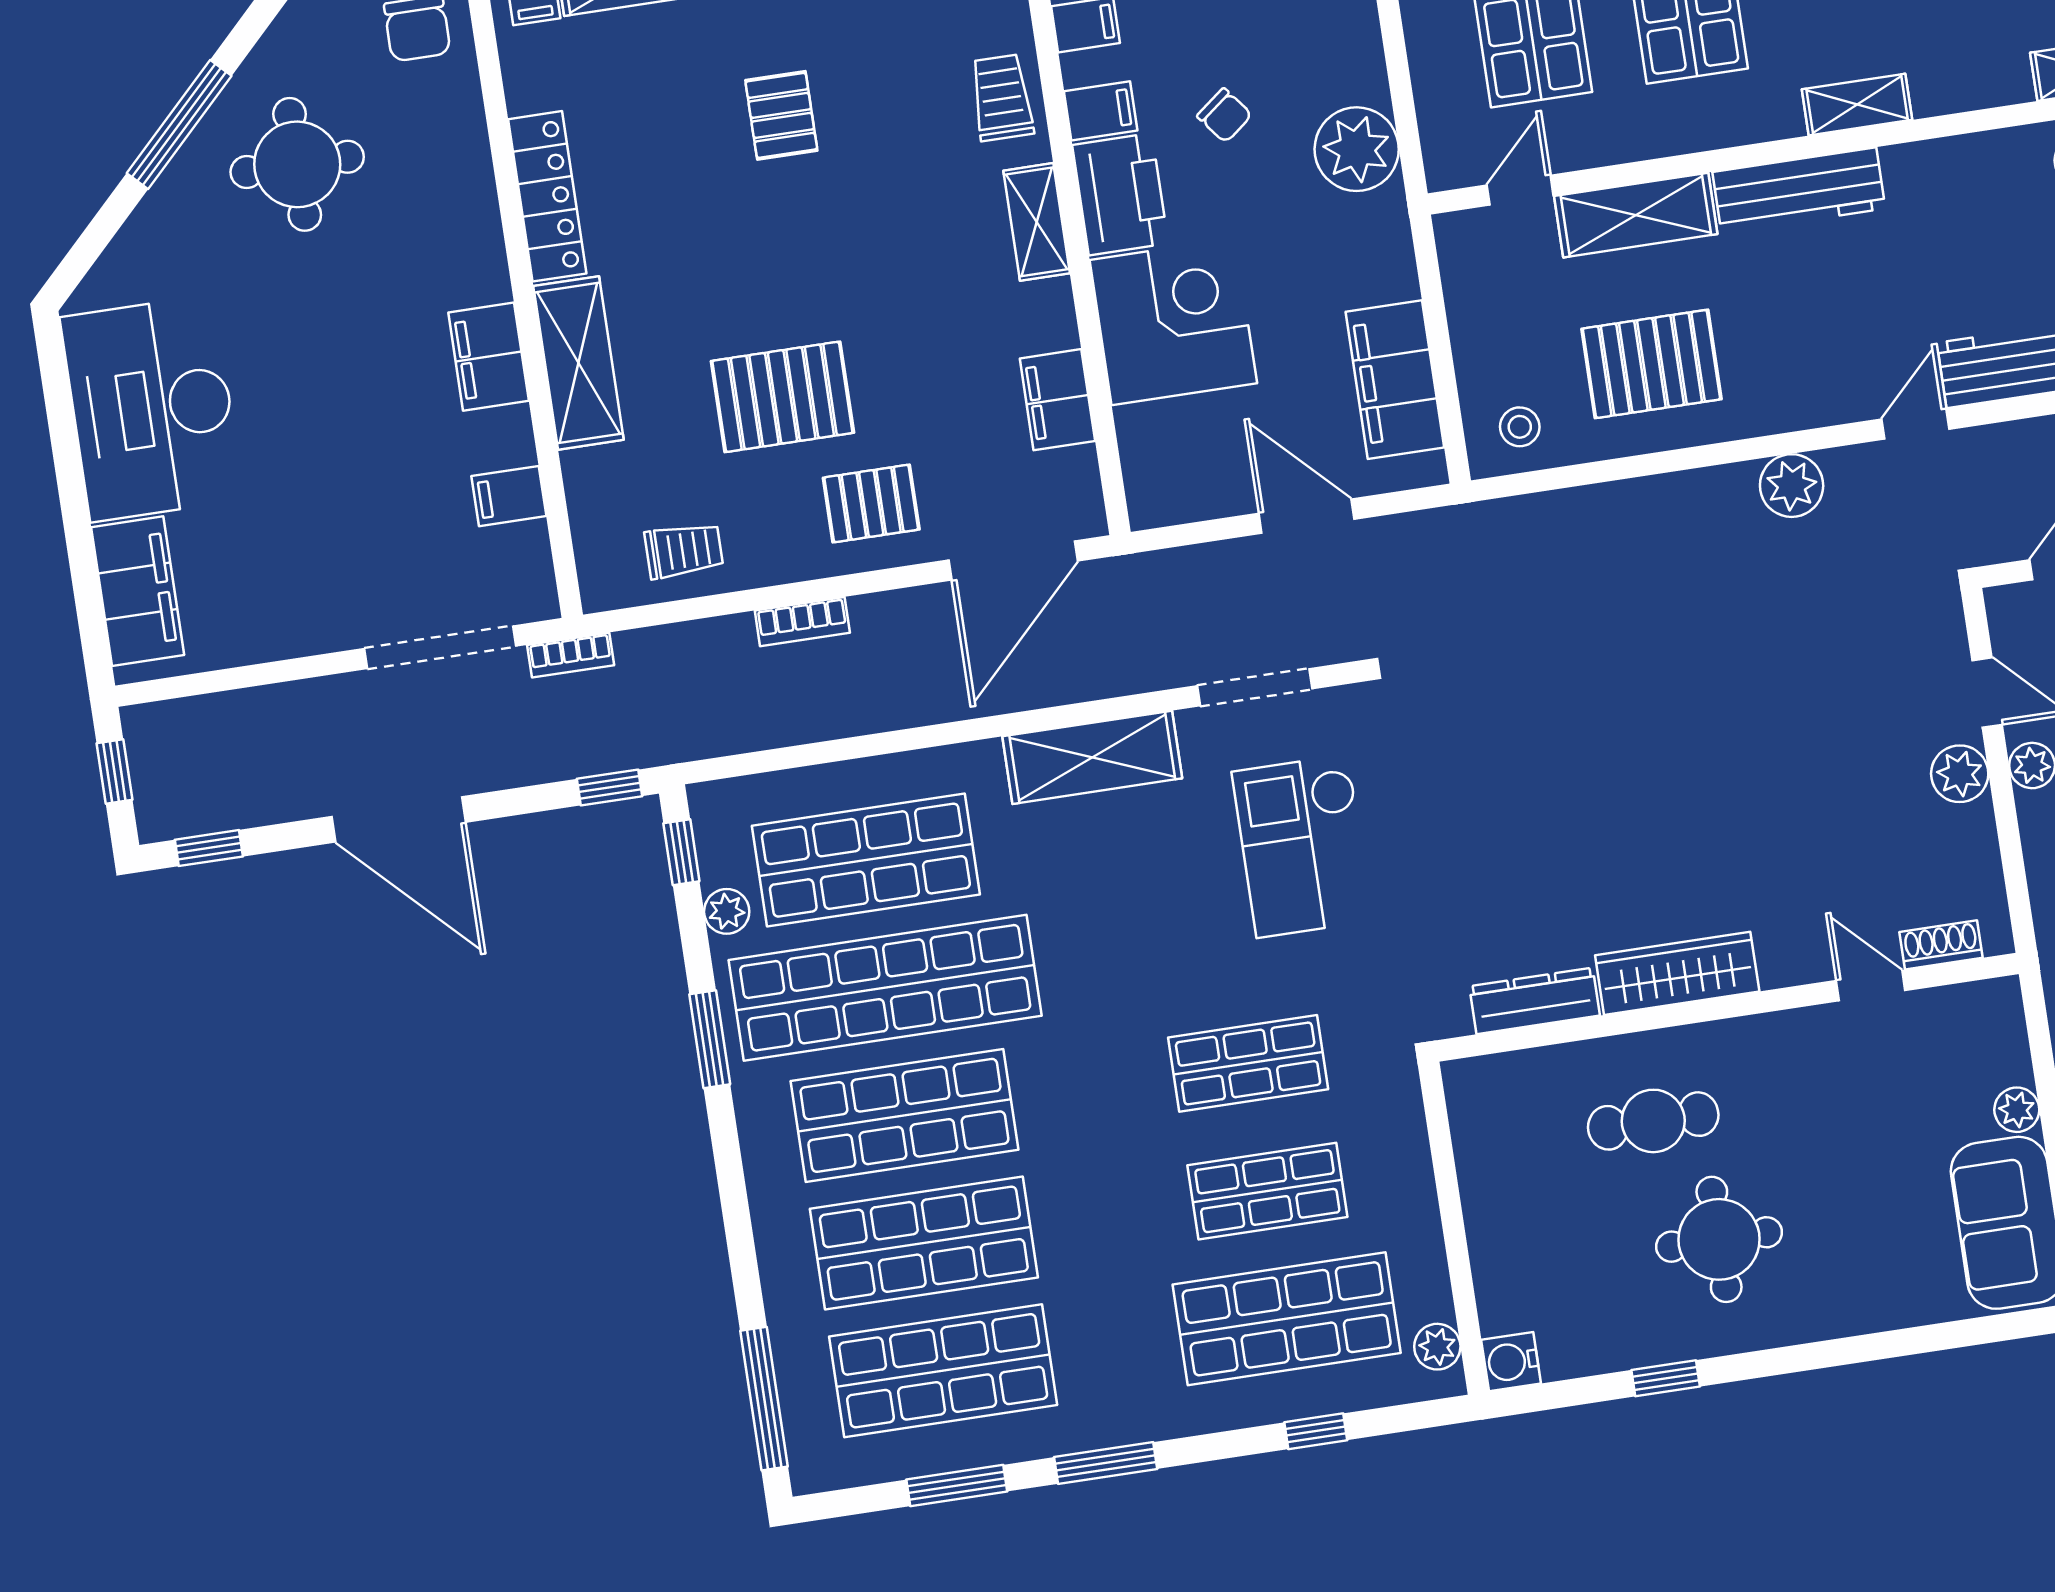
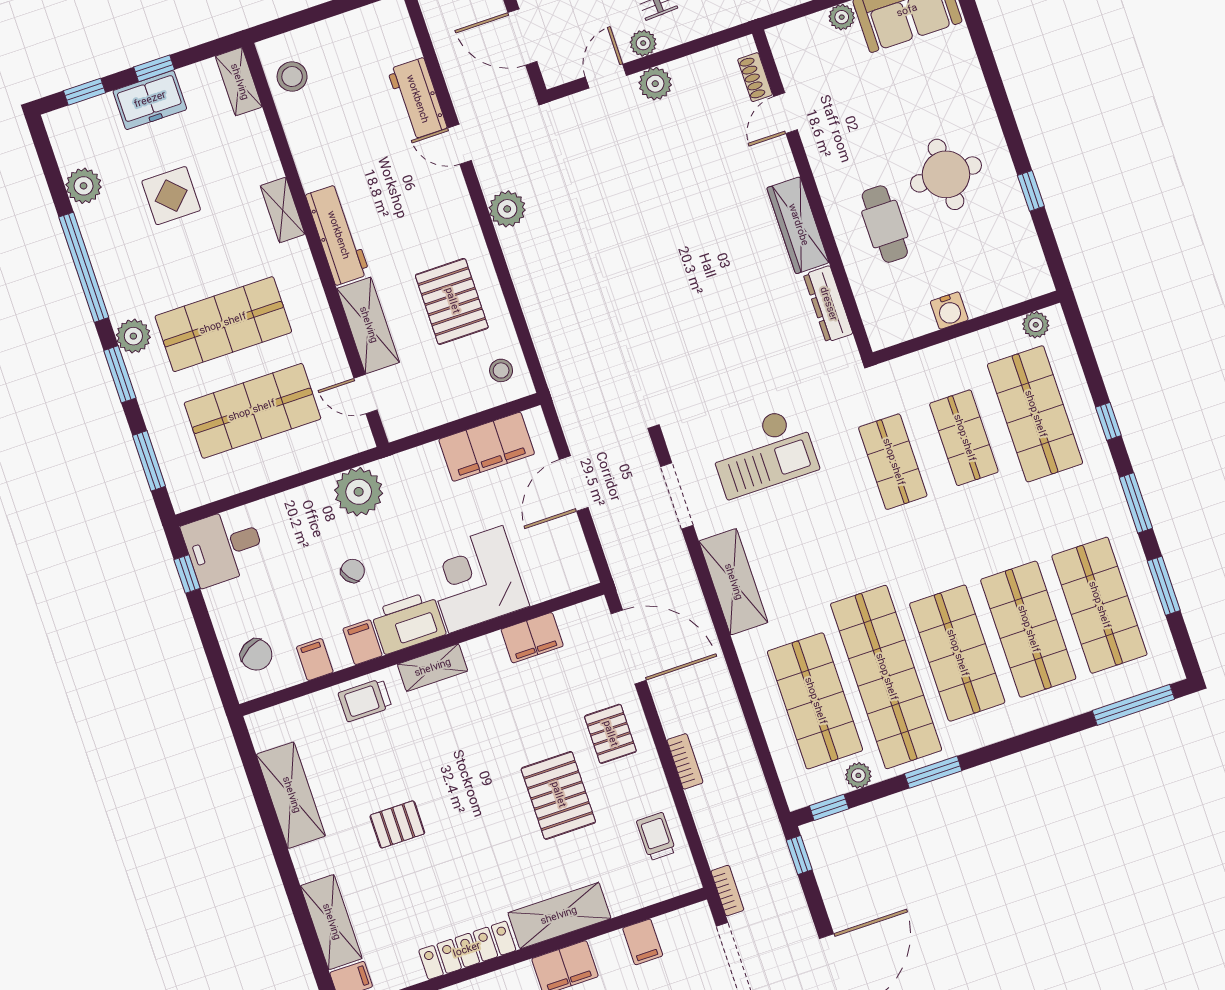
water cooler: (1511, 1362) -> (949, 311), moved
window: (1316, 1431) -> (1108, 421), moved

